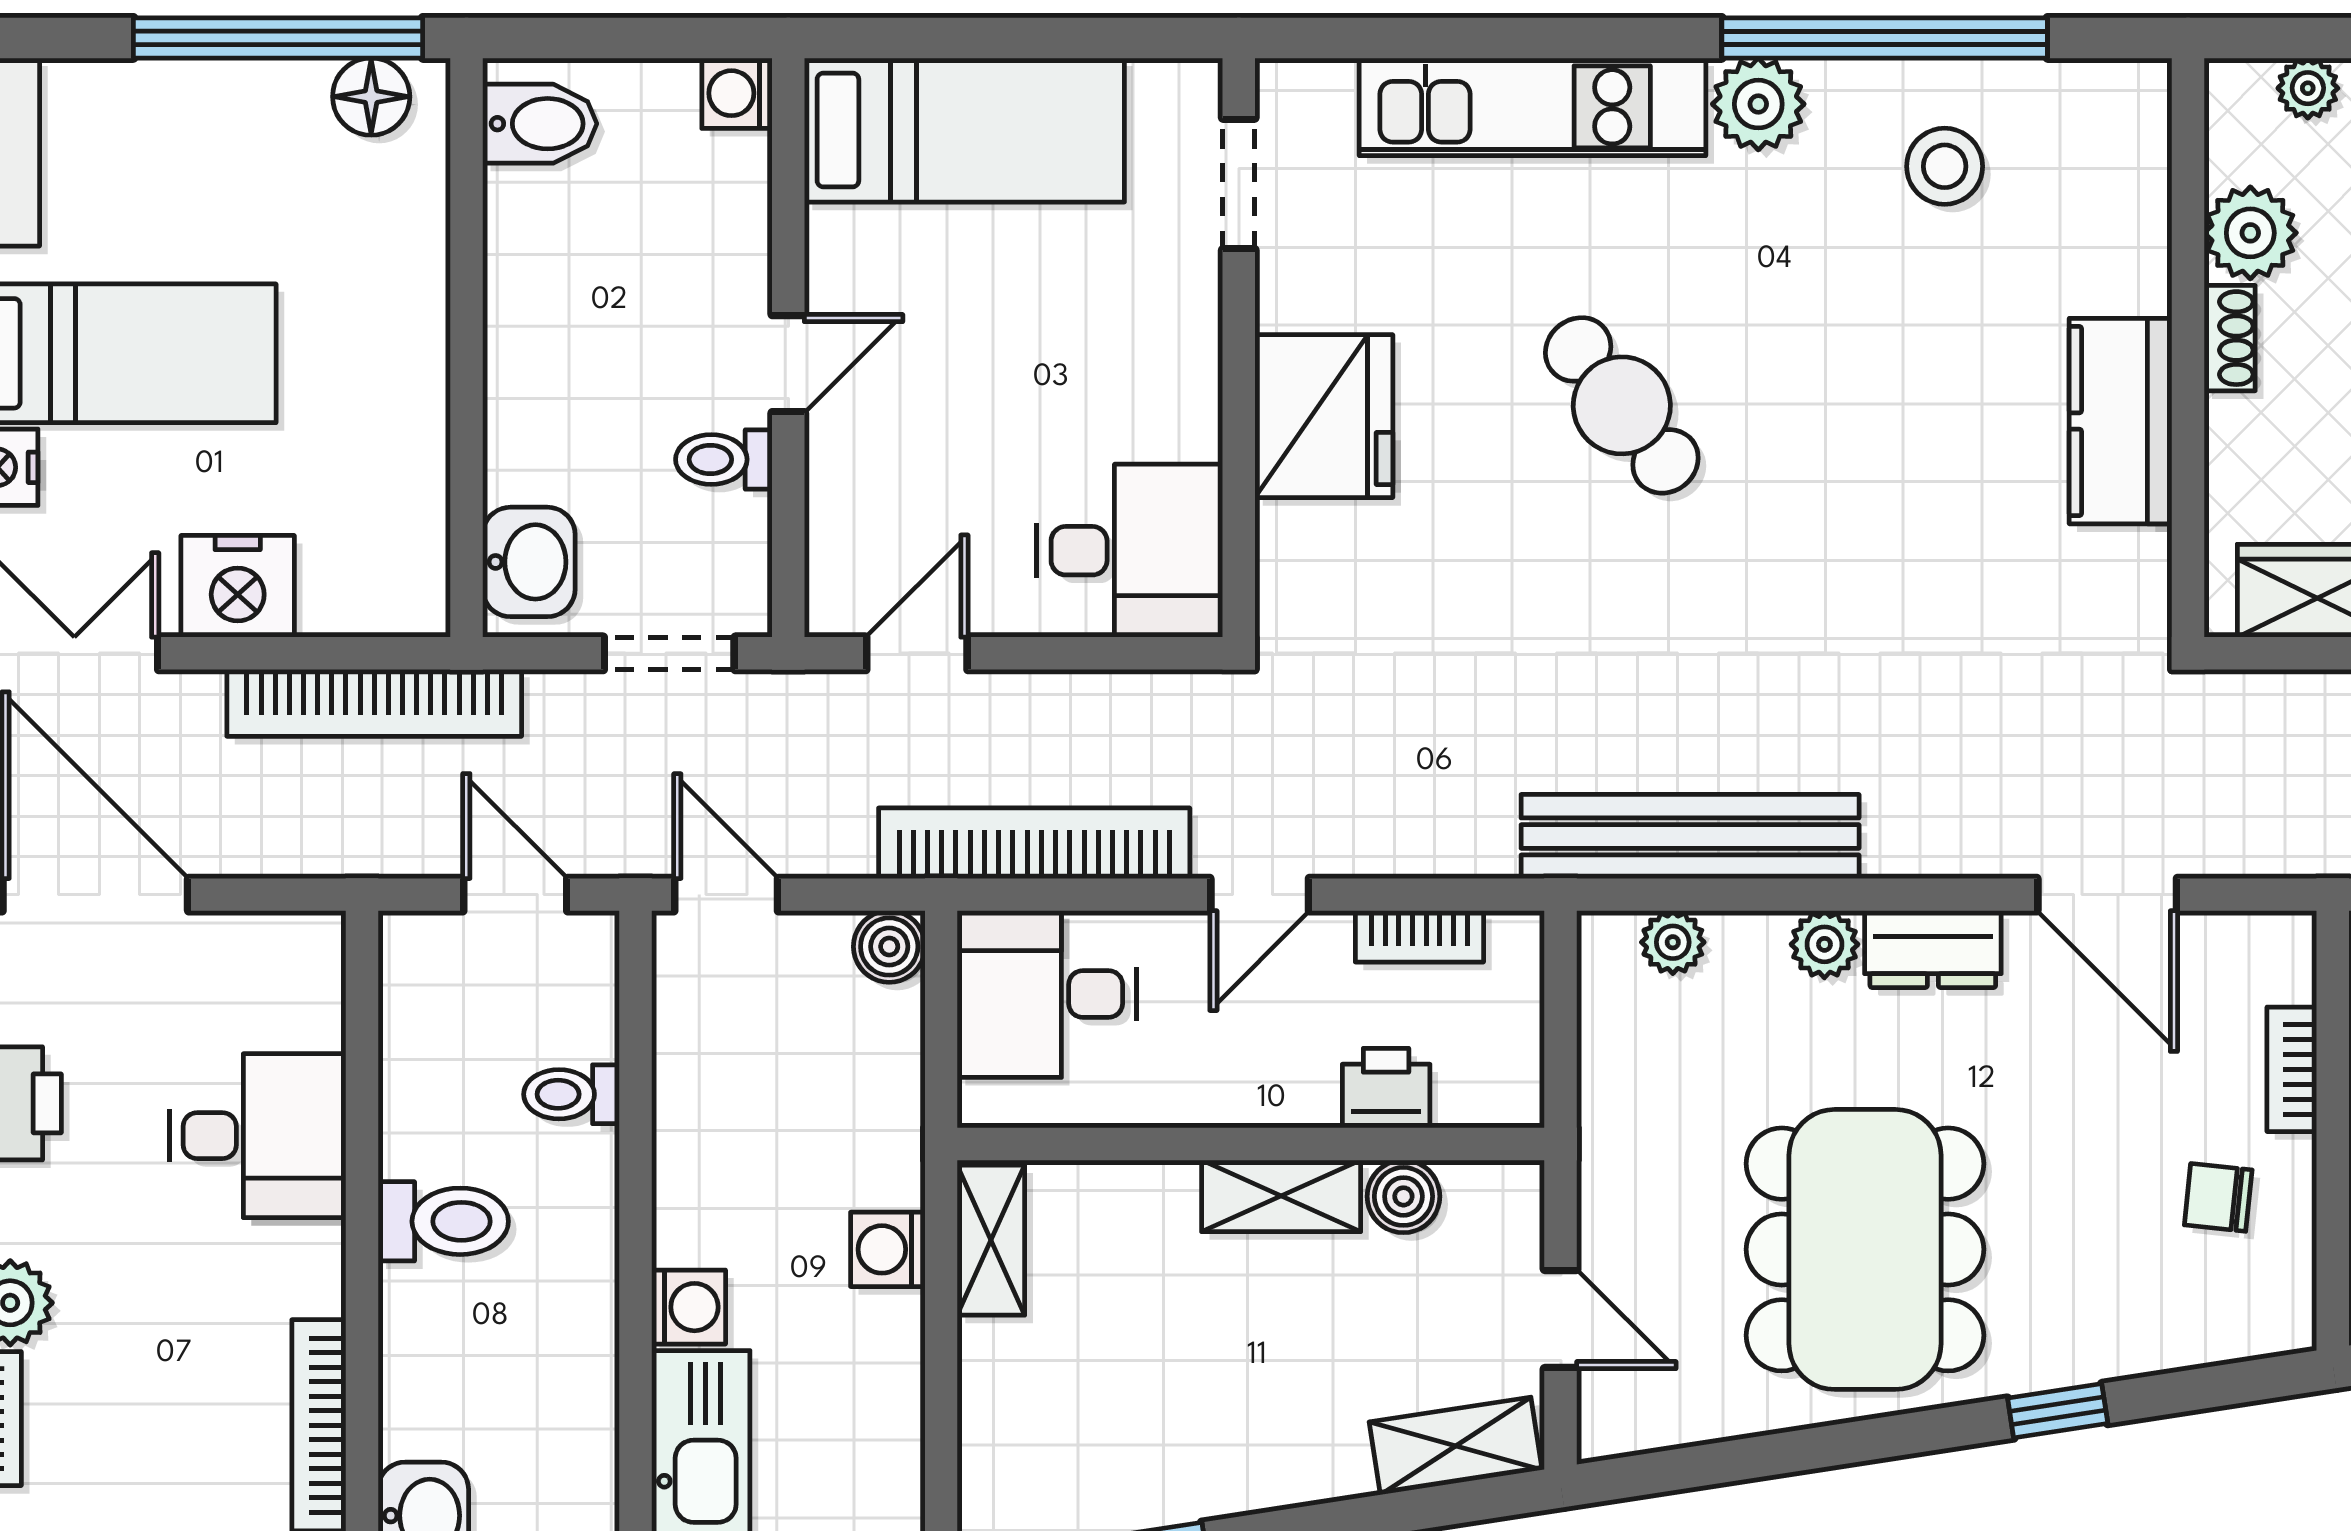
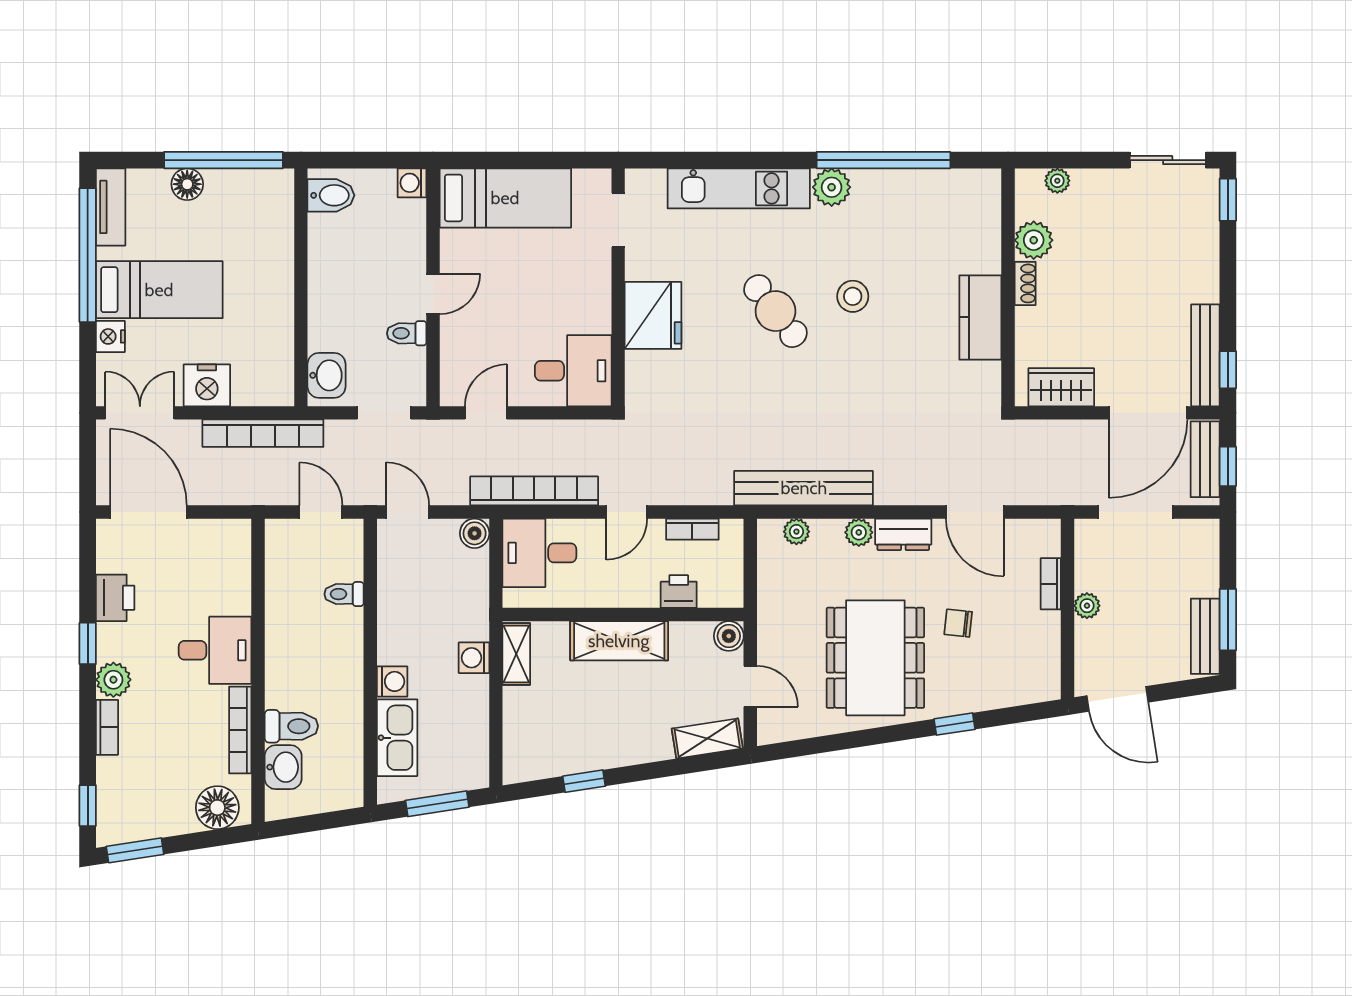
floor lamp: (371, 97) -> (187, 184), moved
stool: (1945, 166) -> (853, 296), moved
desk: (257, 1136) -> (215, 650), moved
shelving: (1281, 1196) -> (619, 641), width x1.50, depth x1.33
boiler: (1403, 1196) -> (729, 636), moved
chair: (2218, 1197) -> (958, 623), moved
toilet: (443, 1221) -> (291, 726), moved

